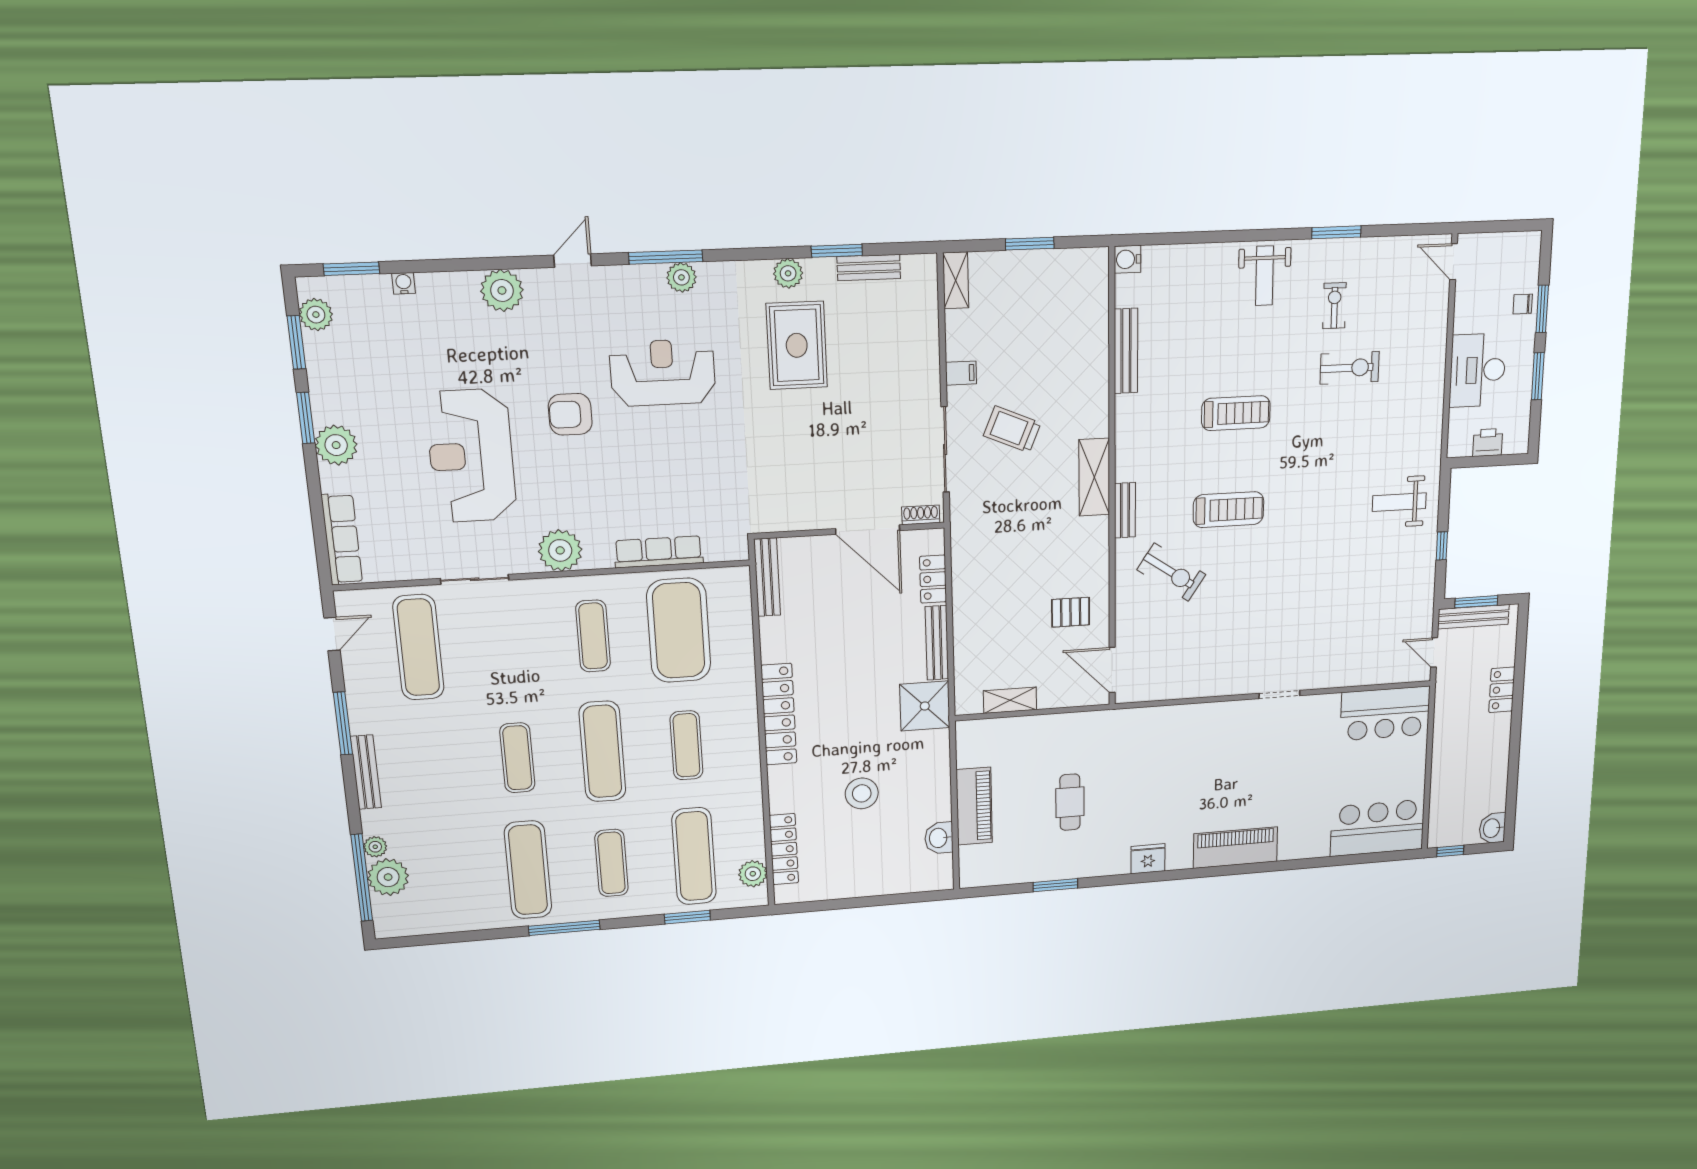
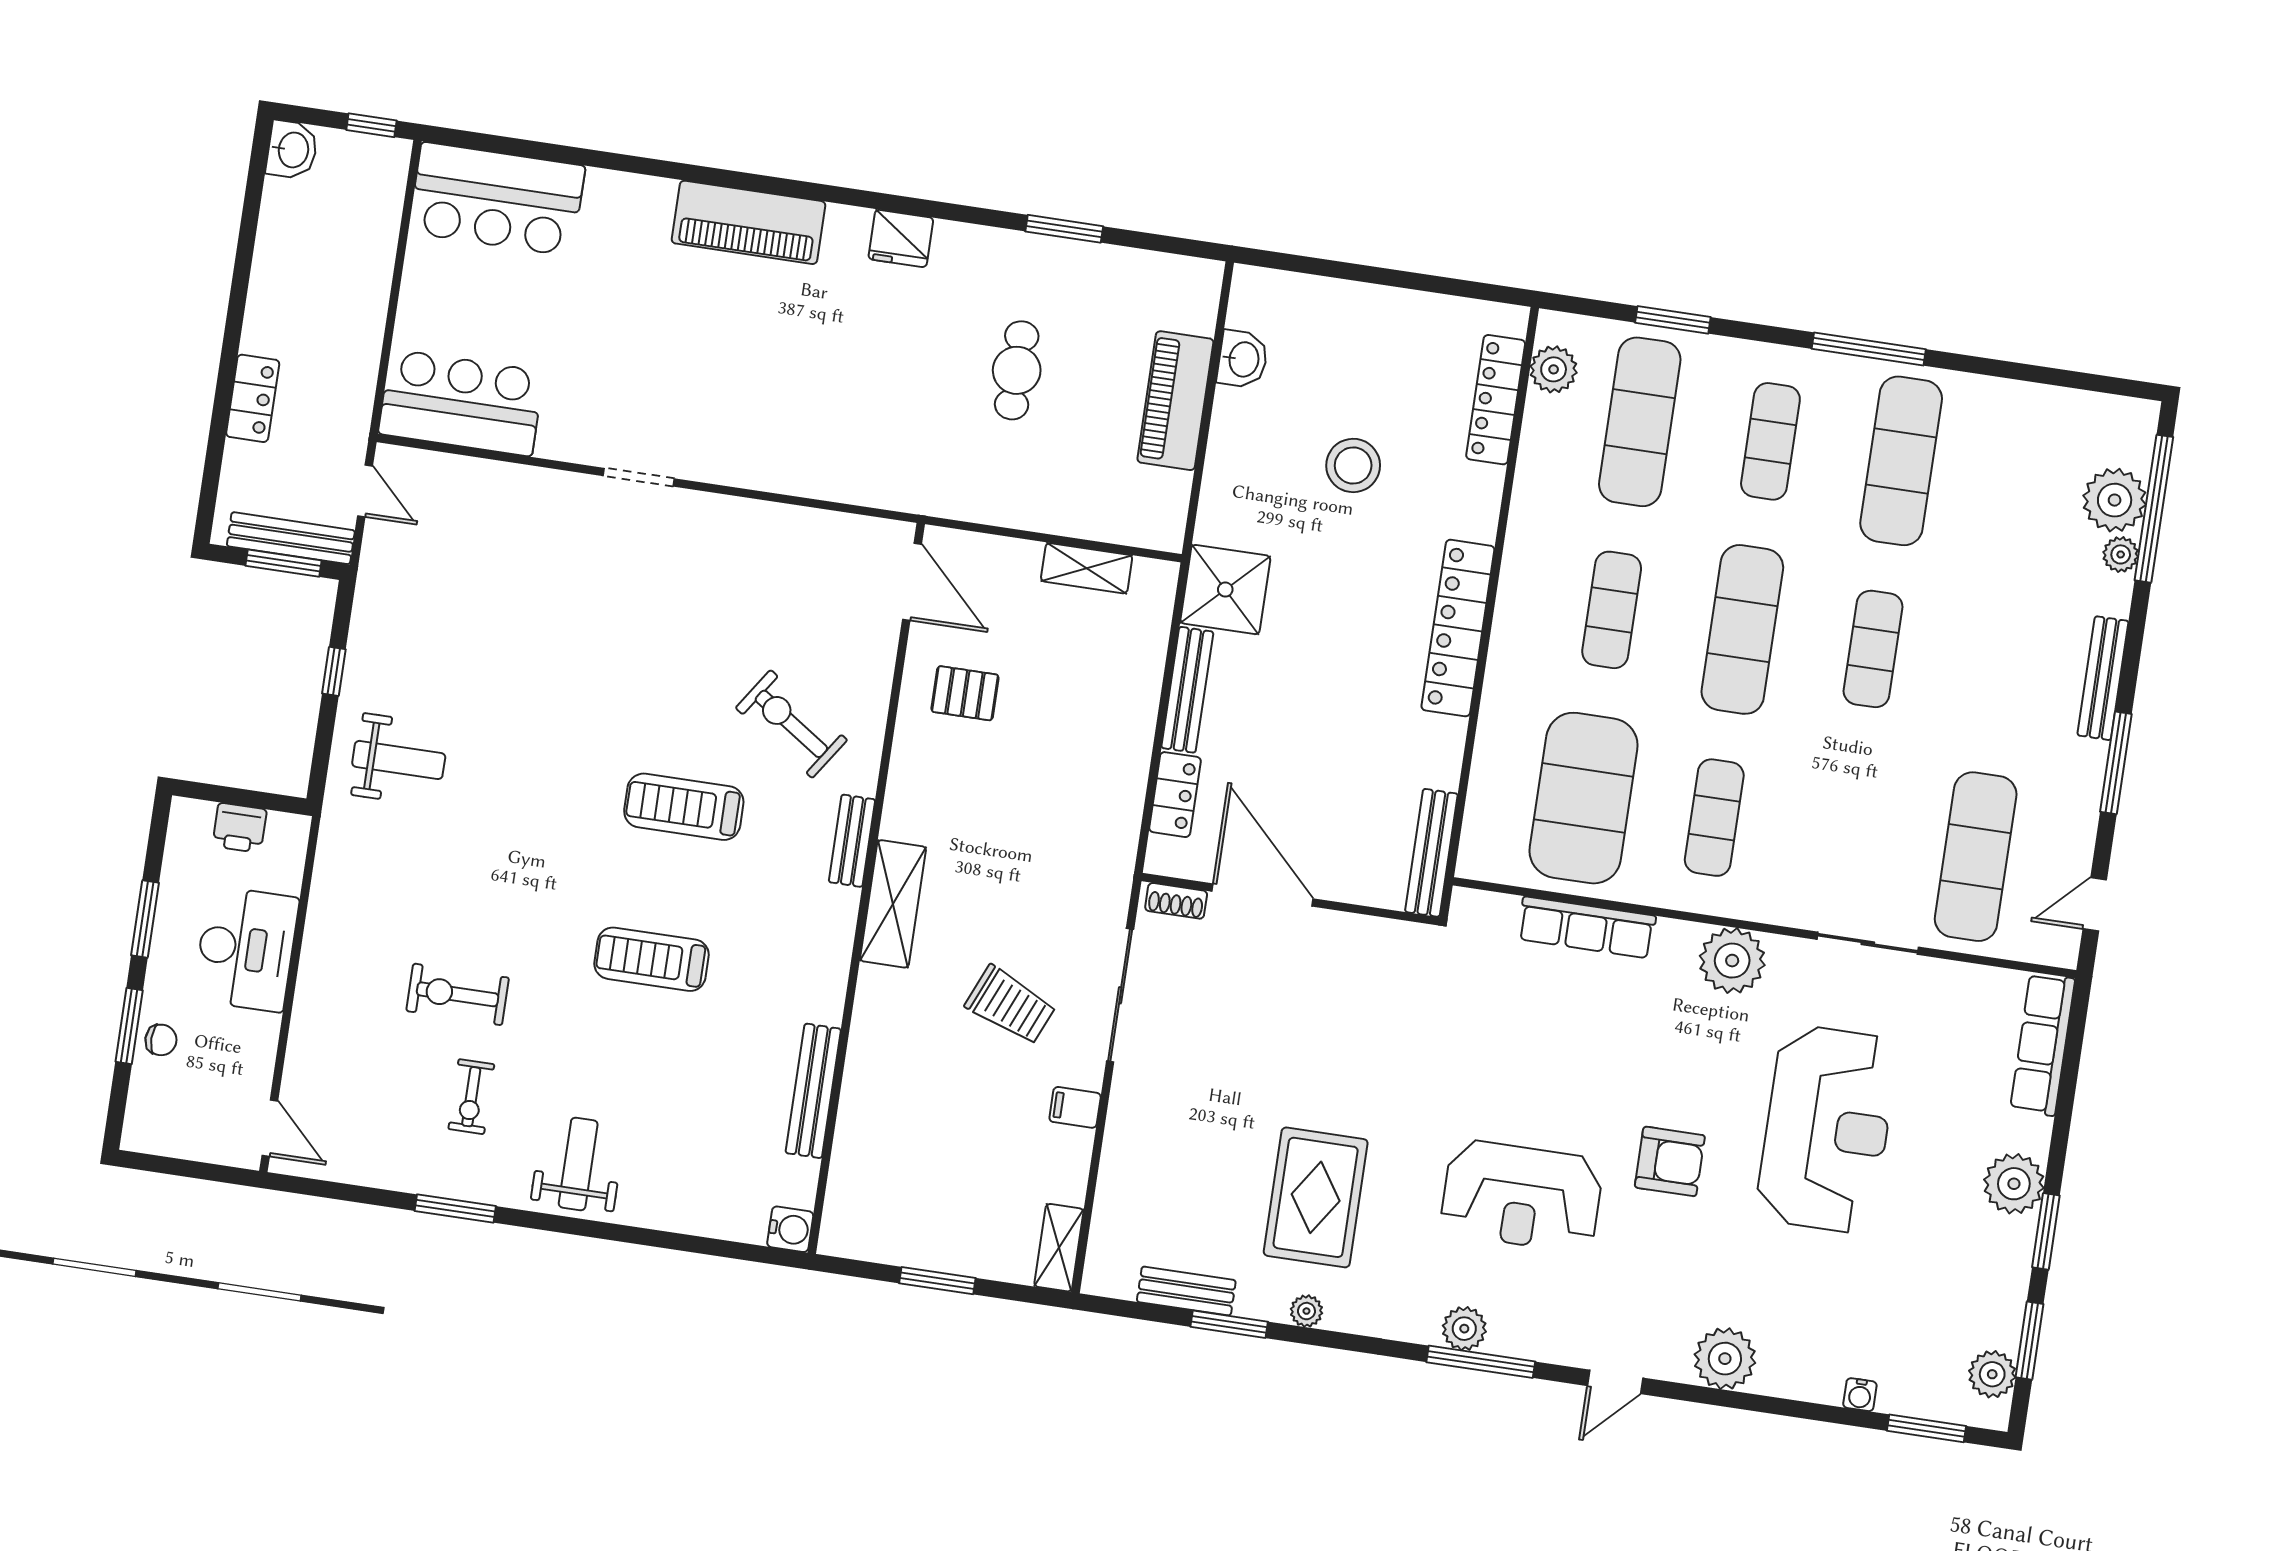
plant: (788, 273) -> (1306, 1311), width x0.73, depth x0.73

